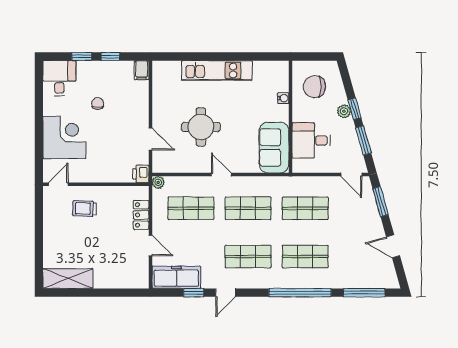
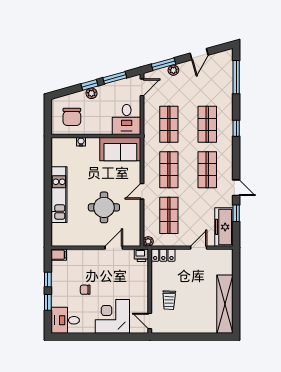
desk: (311, 140) -> (127, 119), moved
plant: (373, 214) -> (173, 70), added
locker: (141, 215) -> (163, 255), moved
shelving: (68, 279) -> (225, 304), width x1.47
window: (300, 293) -> (236, 128), width x0.32

